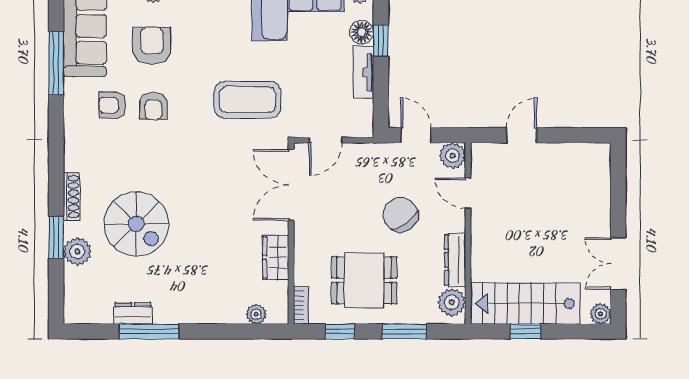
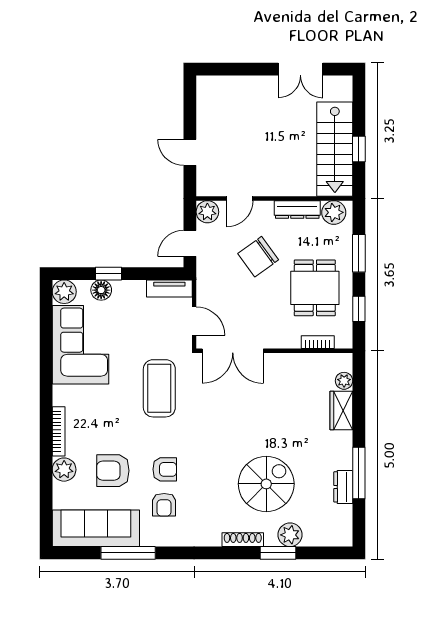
tv unit: (363, 72) -> (169, 288), moved
wardrobe: (276, 258) -> (341, 411), moved, turned 90
bookcase: (301, 305) -> (318, 342), moved
plant: (601, 314) -> (344, 84), removed

